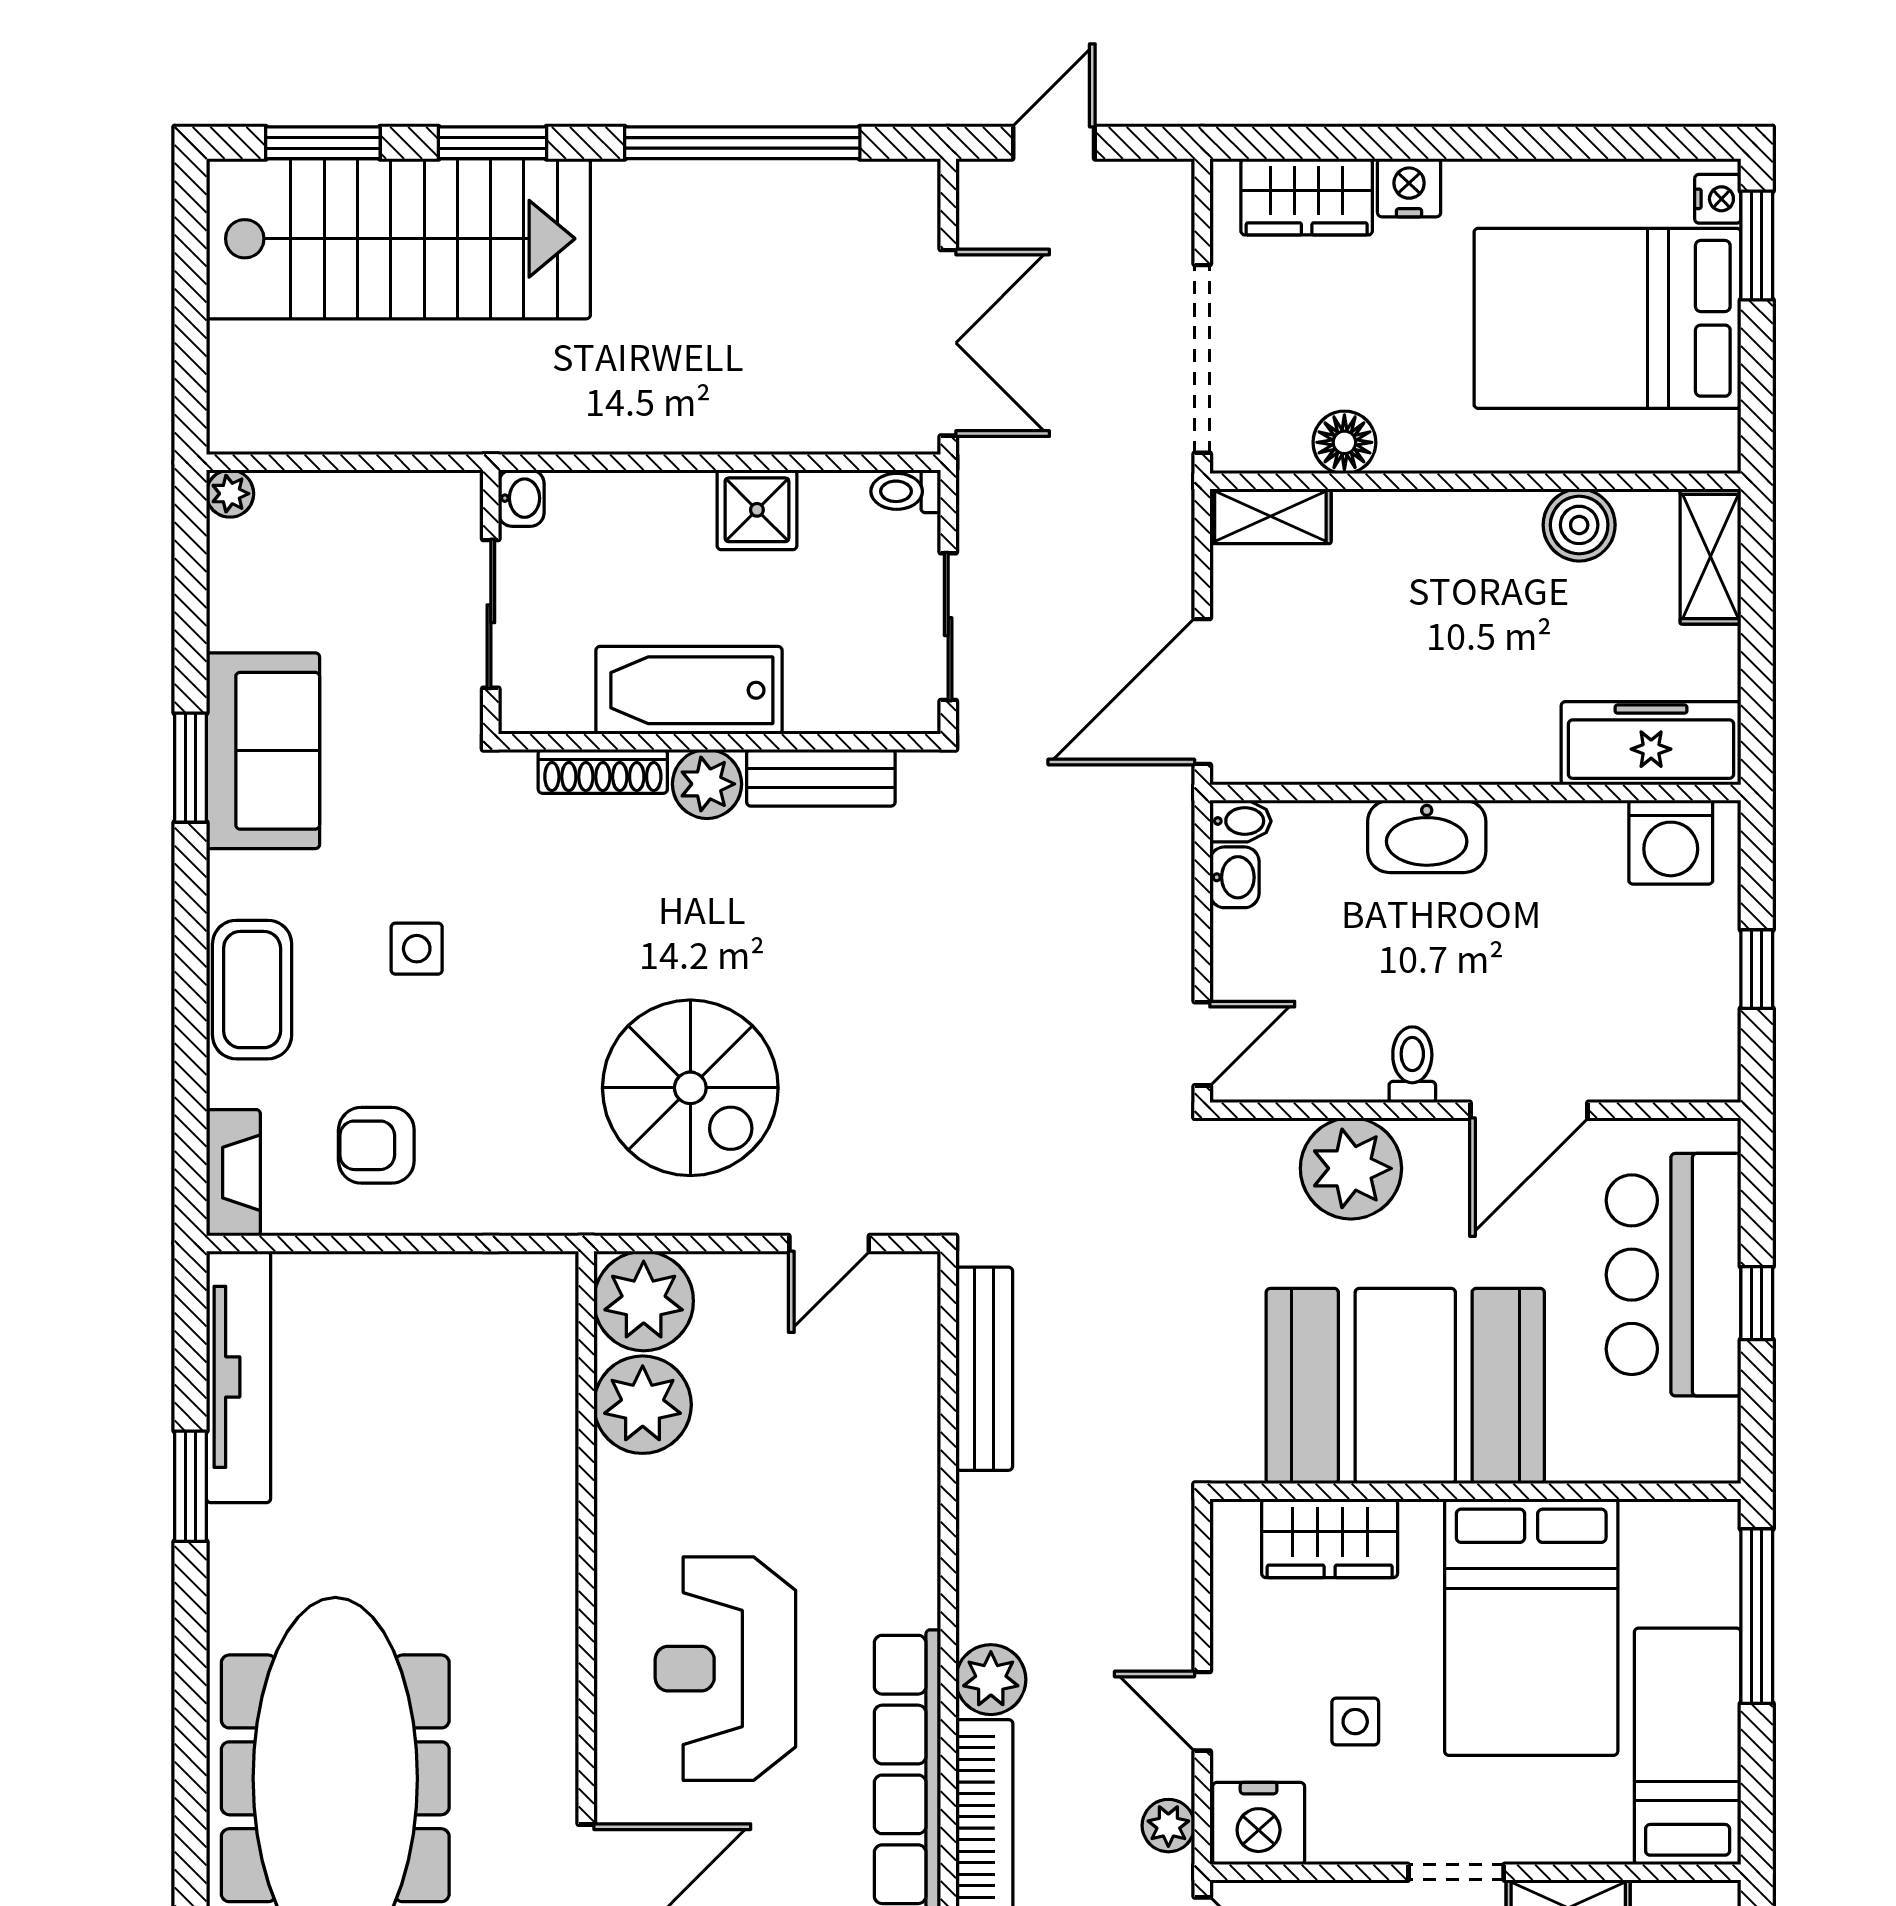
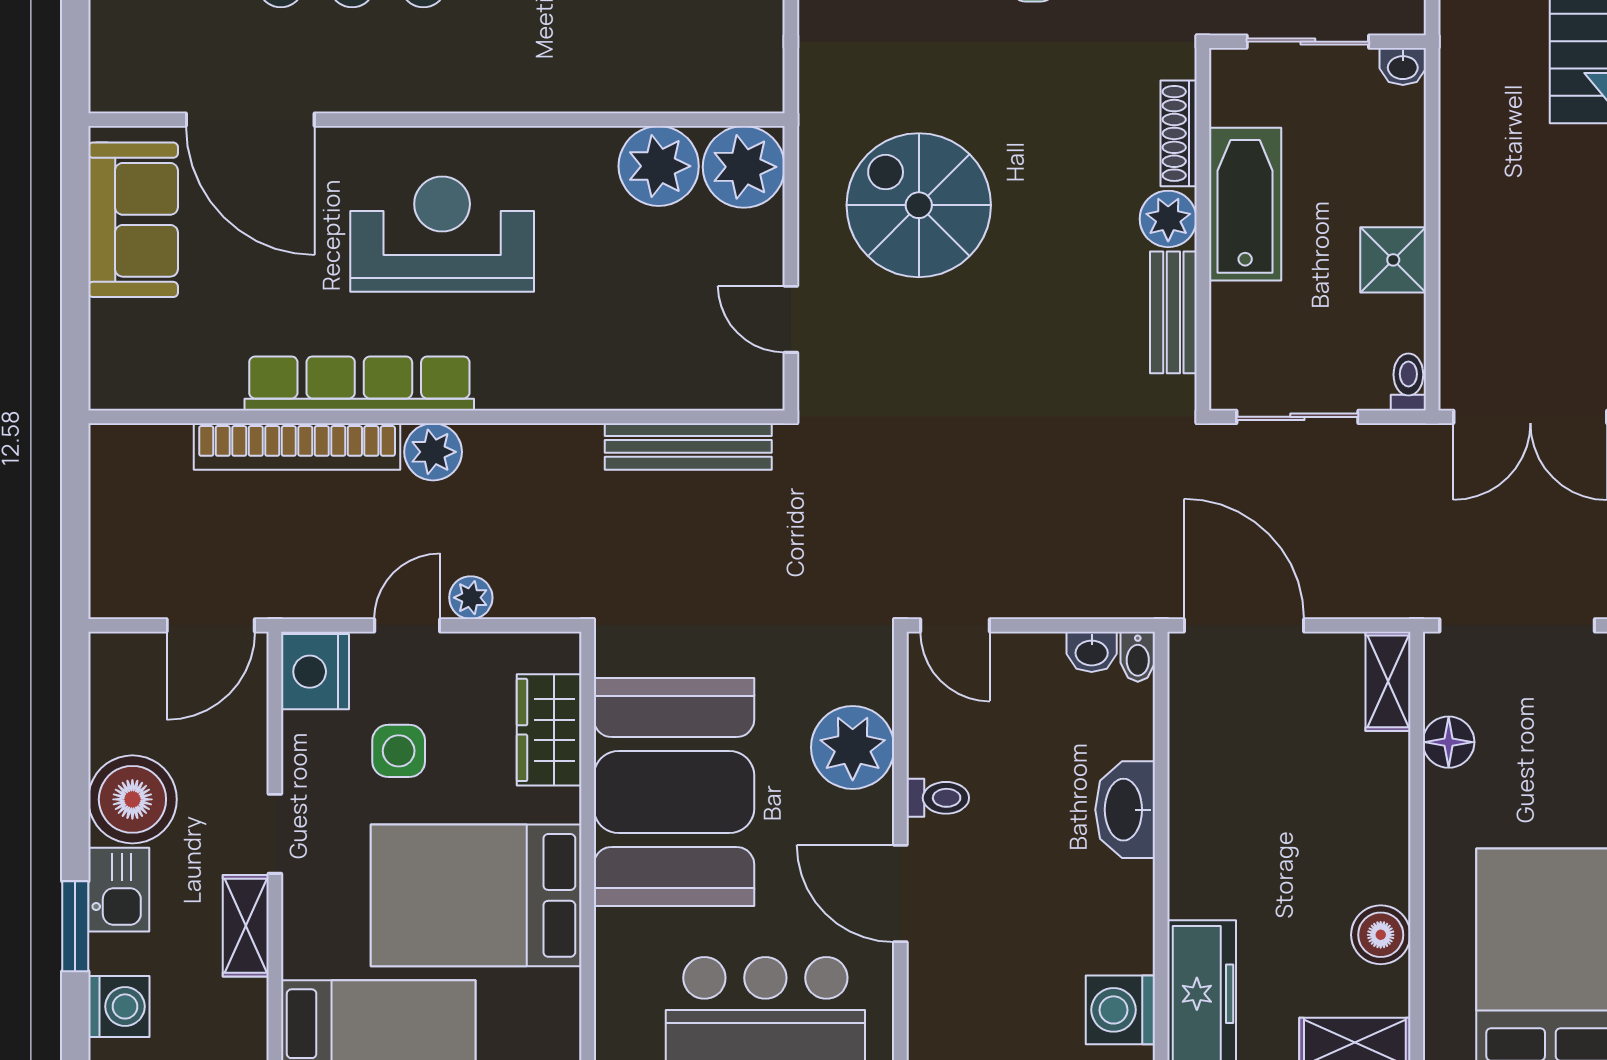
spiral stairs: (690, 1088) -> (919, 205), turned 90
side table: (1355, 1722) -> (399, 751), width x1.37, depth x1.37
plant: (1168, 1826) -> (471, 598), moved

